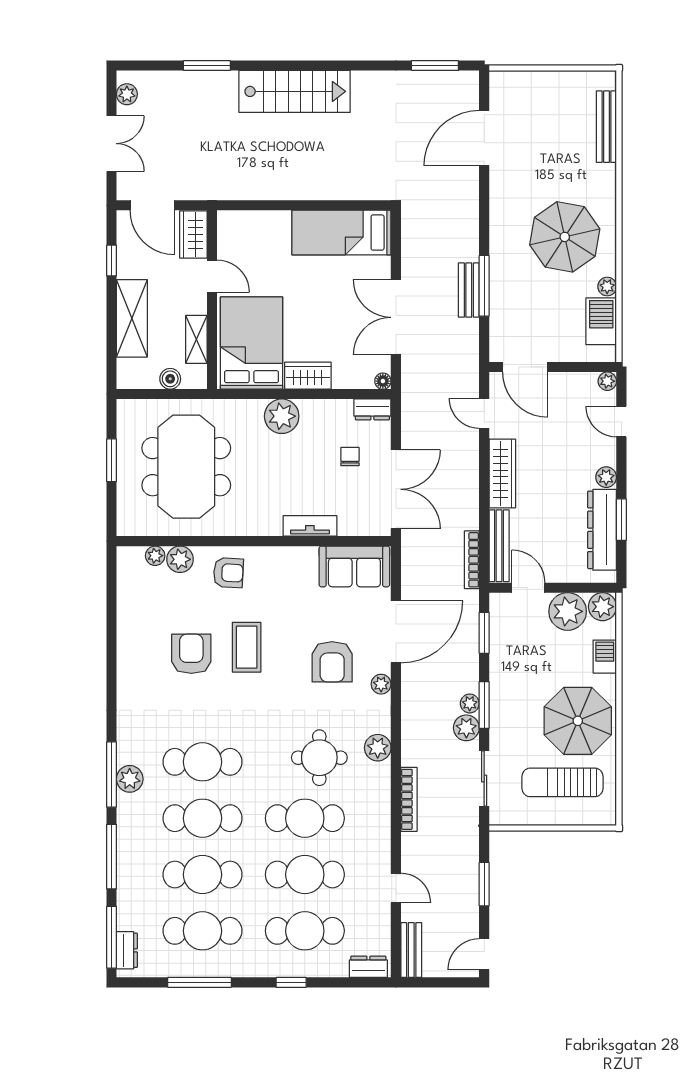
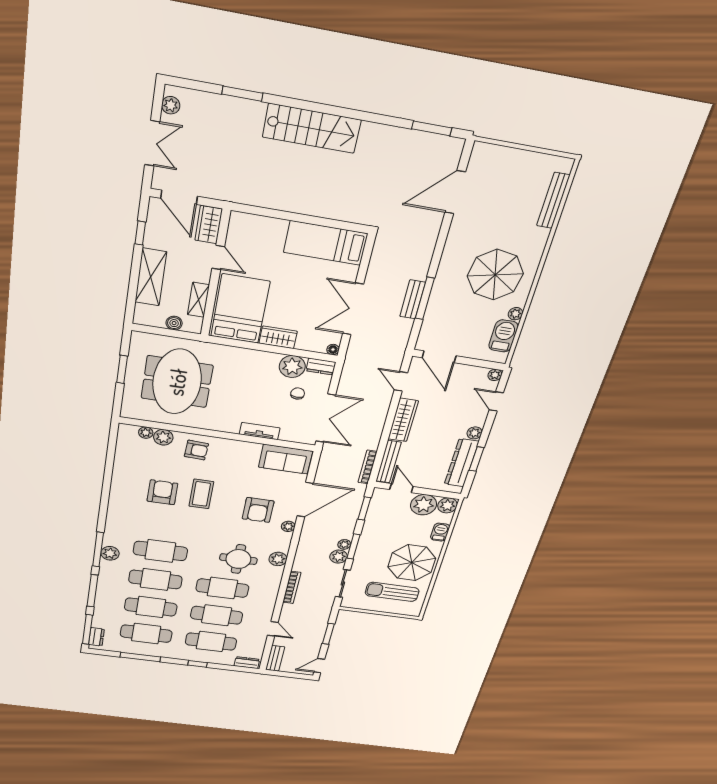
plant: (282, 416) -> (292, 367), moved

